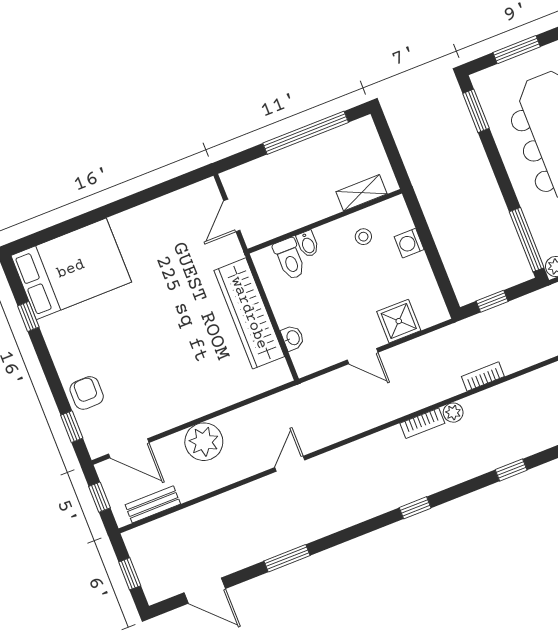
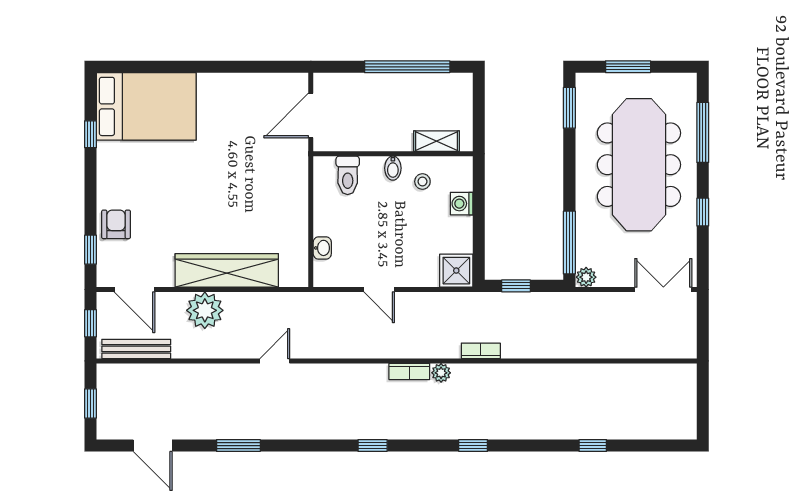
door: (232, 216) -> (311, 115), width x1.38
bidet: (308, 244) -> (393, 168), moved
wardrobe: (249, 313) -> (227, 270), moved, turned 90
shower: (399, 321) -> (456, 271), moved
bench: (153, 504) -> (136, 349), width x1.36

